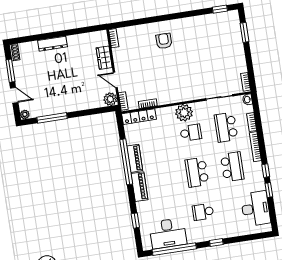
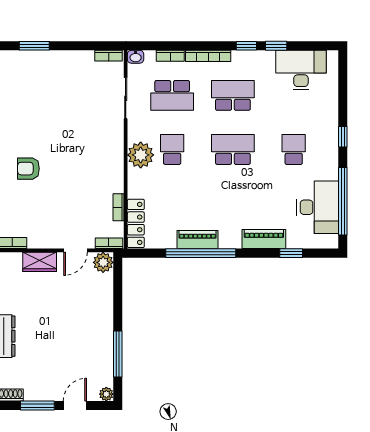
school desk: (197, 172) -> (233, 149), turned 180
piano: (139, 187) -> (264, 239), moved
school desk: (203, 212) -> (294, 149), turned 180

